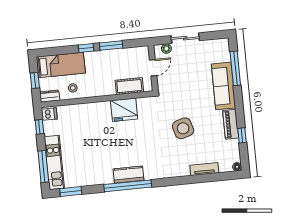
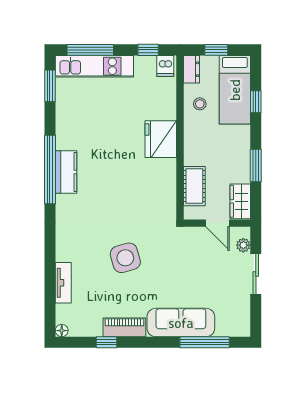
window: (86, 48) -> (256, 102), moved
wardrobe: (137, 54) -> (240, 201), added
fridge: (124, 110) -> (161, 139), moved

